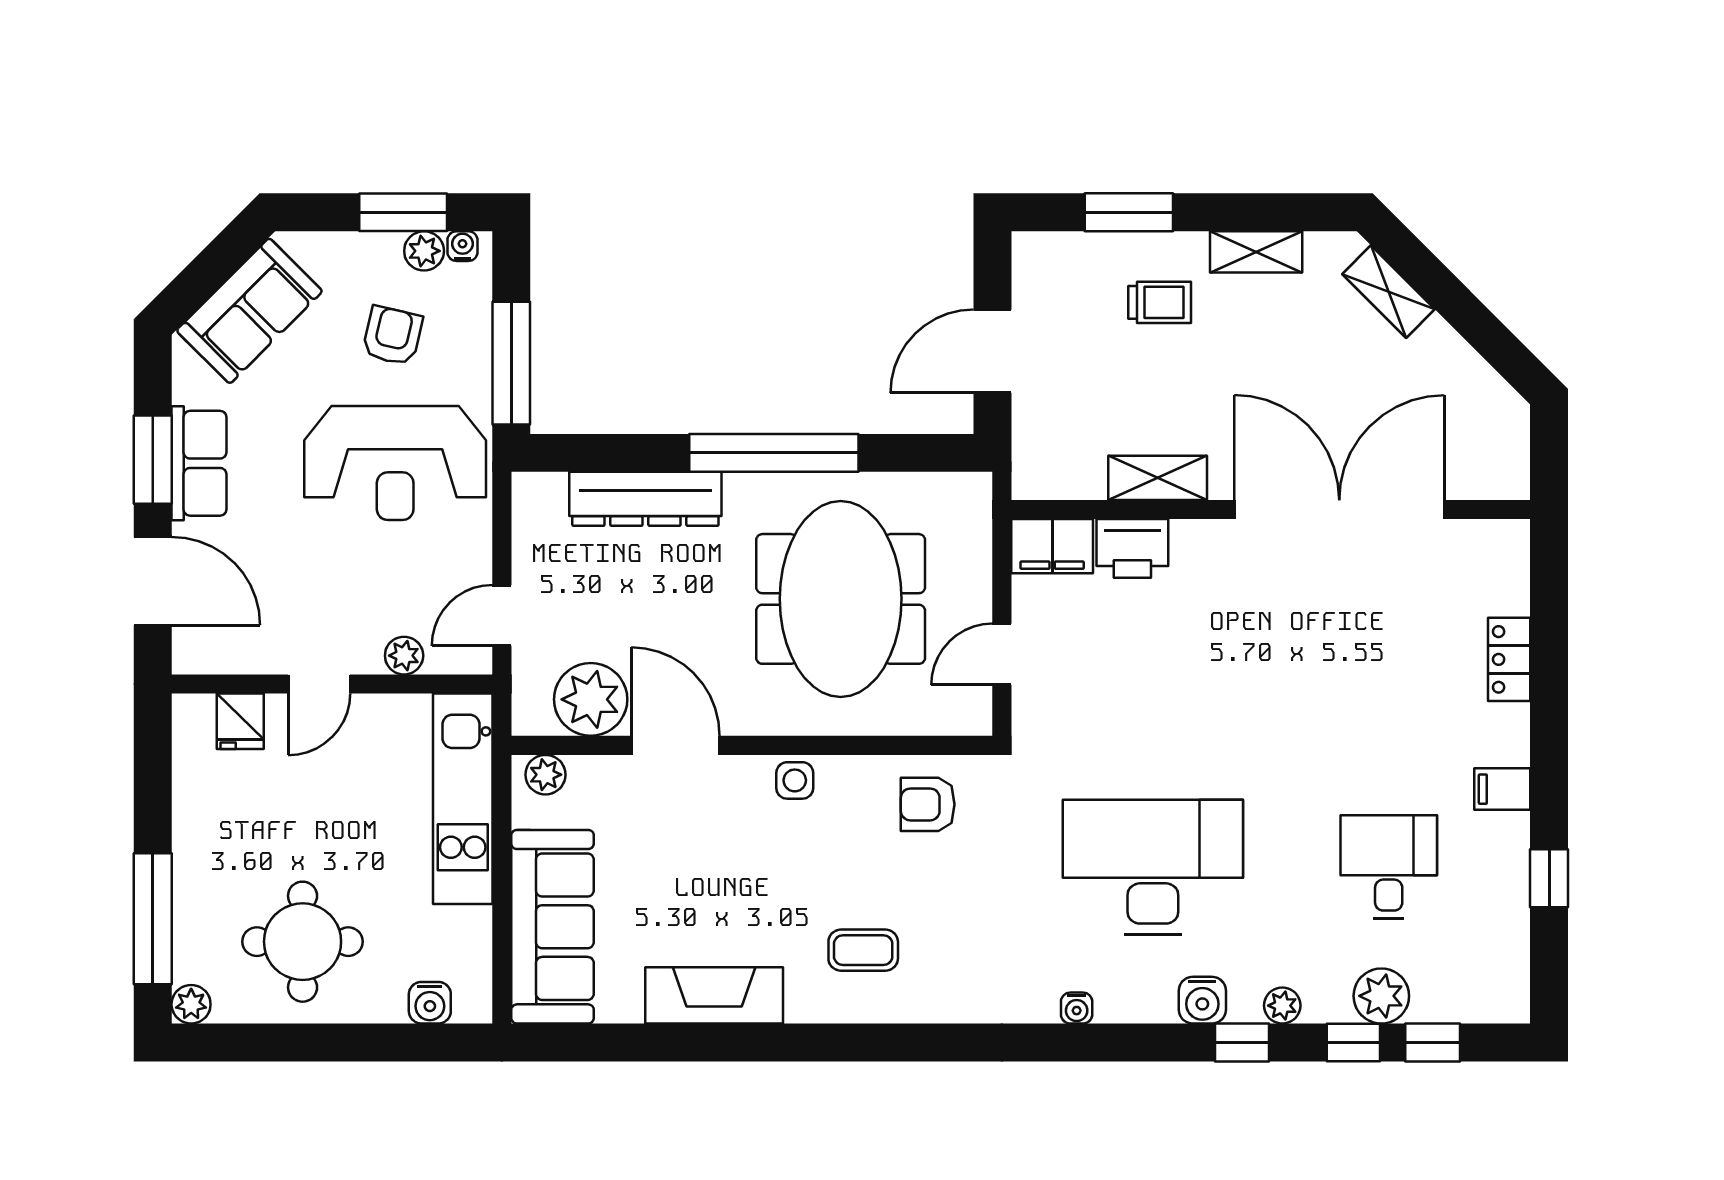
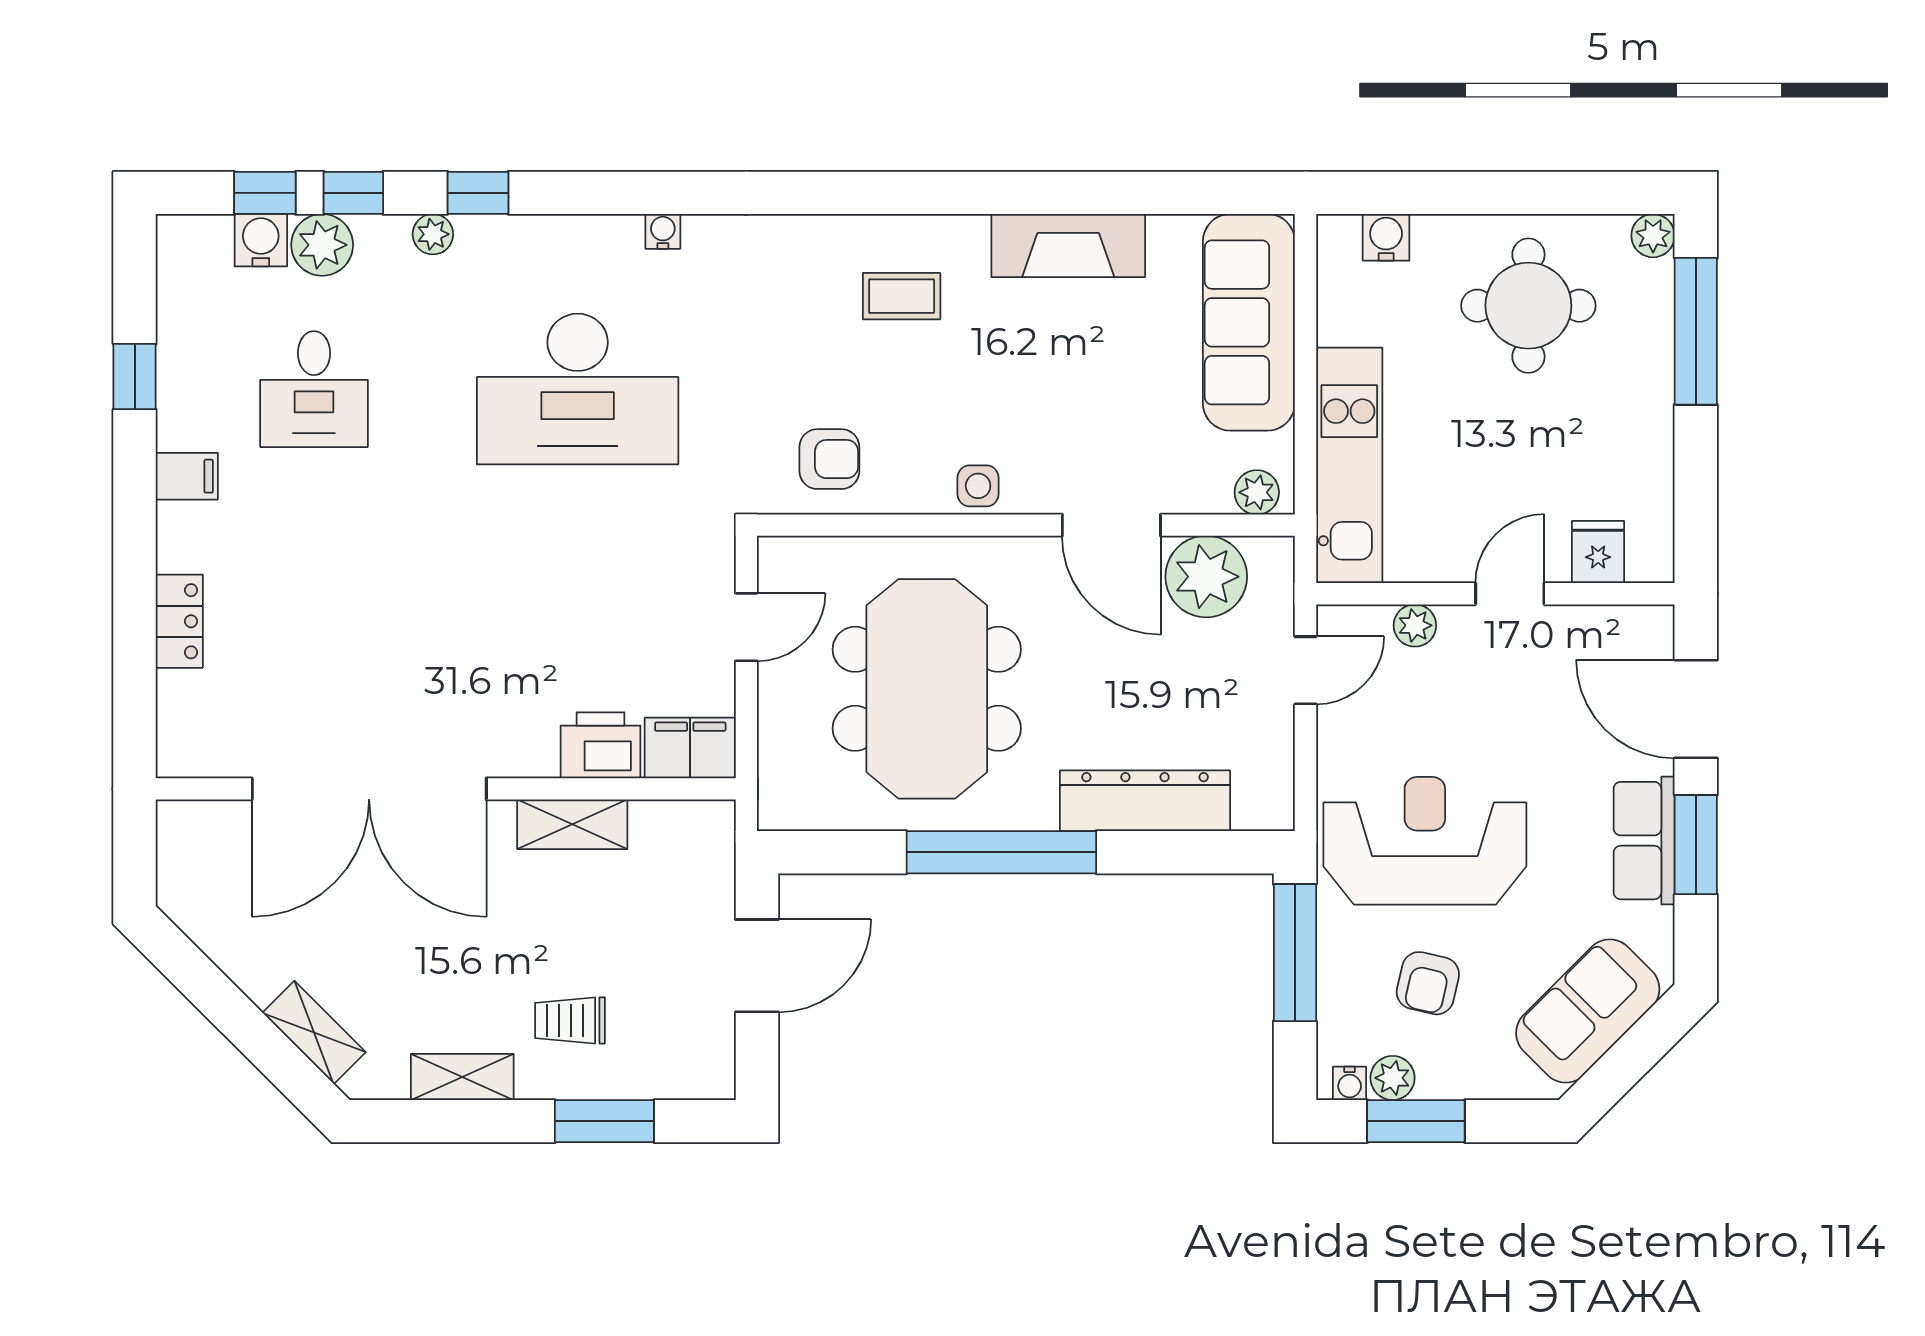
water cooler: (1202, 1000) -> (261, 240), moved

